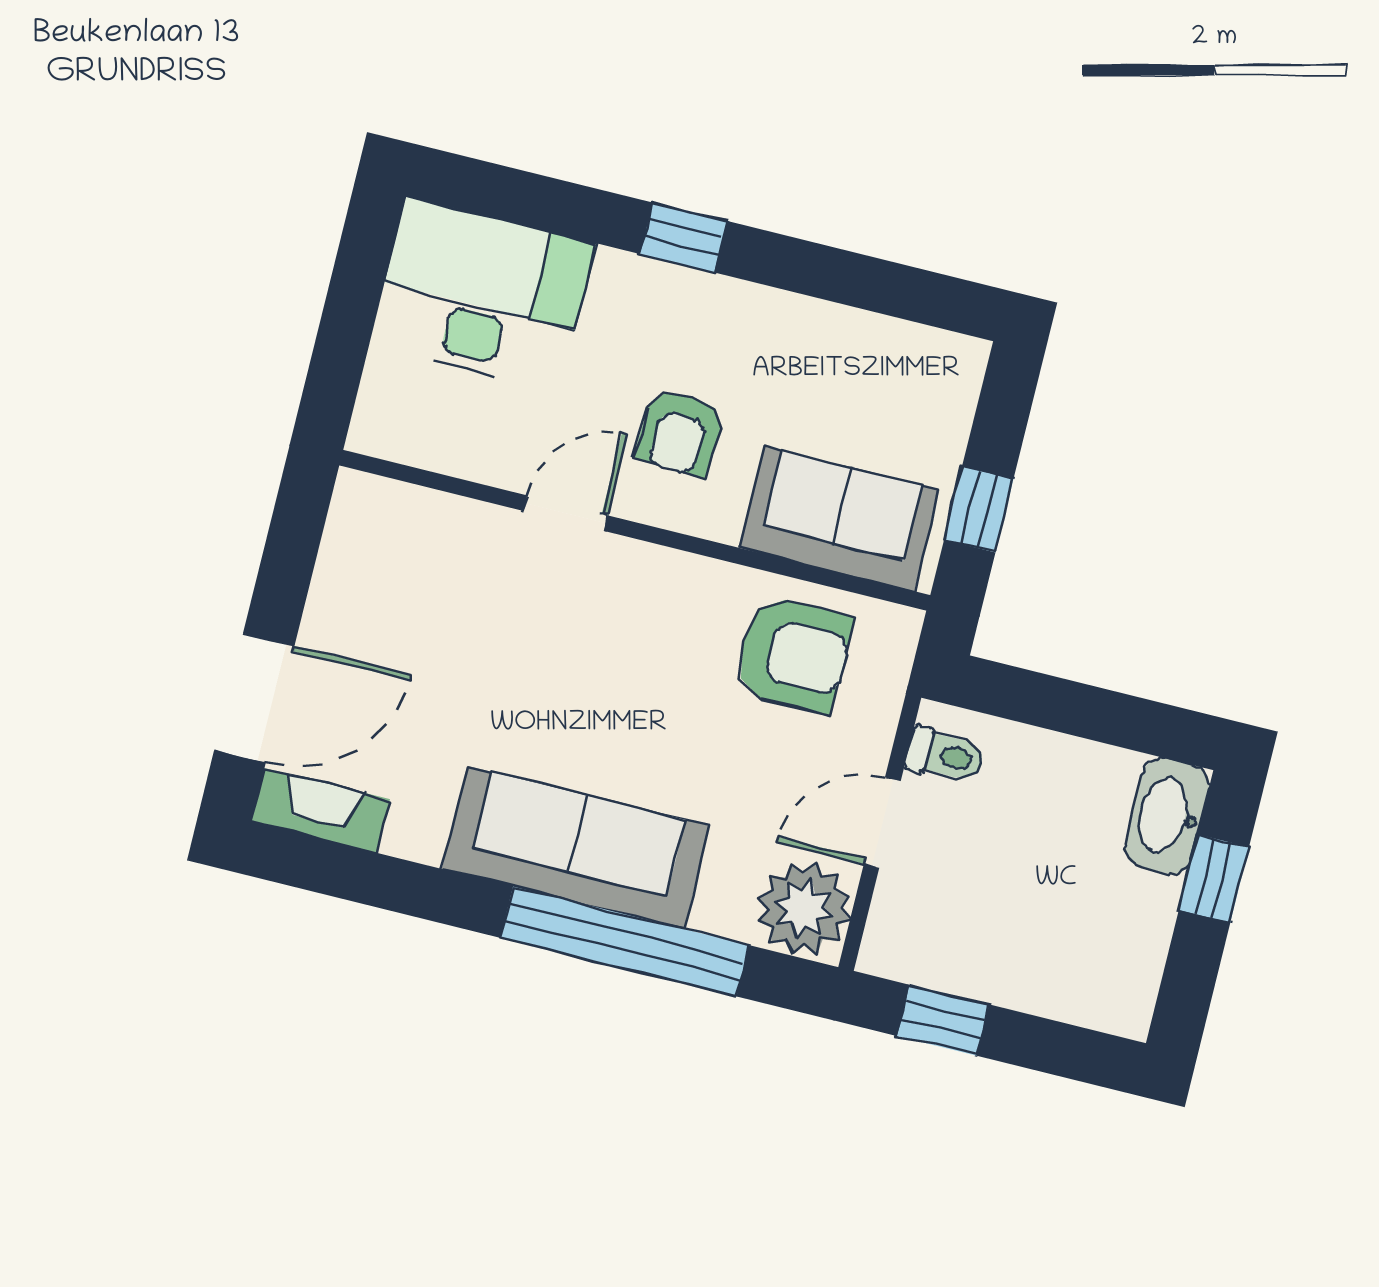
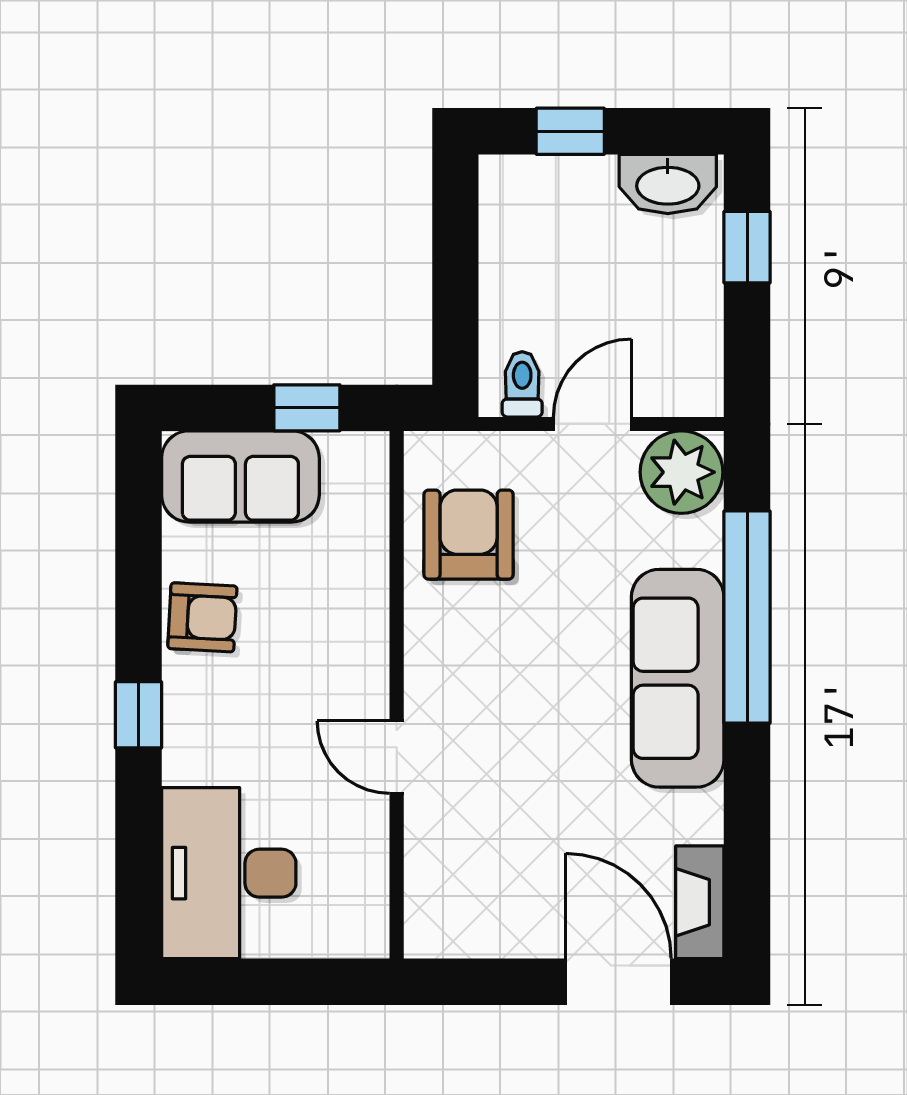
armchair: (680, 433) -> (202, 617), moved
sofa: (839, 519) -> (240, 476), moved, turned -90
washbasin: (1167, 816) -> (668, 184), moved
door: (882, 823) -> (592, 424), swing flipped
window: (943, 1020) -> (747, 247), moved

